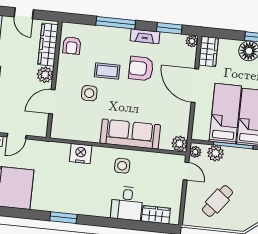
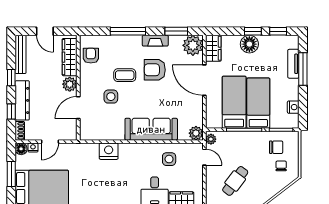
plant: (192, 41) -> (193, 45), width x1.88, depth x1.88
armchair: (72, 45) -> (91, 56), turned 180
plant: (216, 153) -> (229, 138), removed
side table: (122, 166) -> (169, 159), moved

